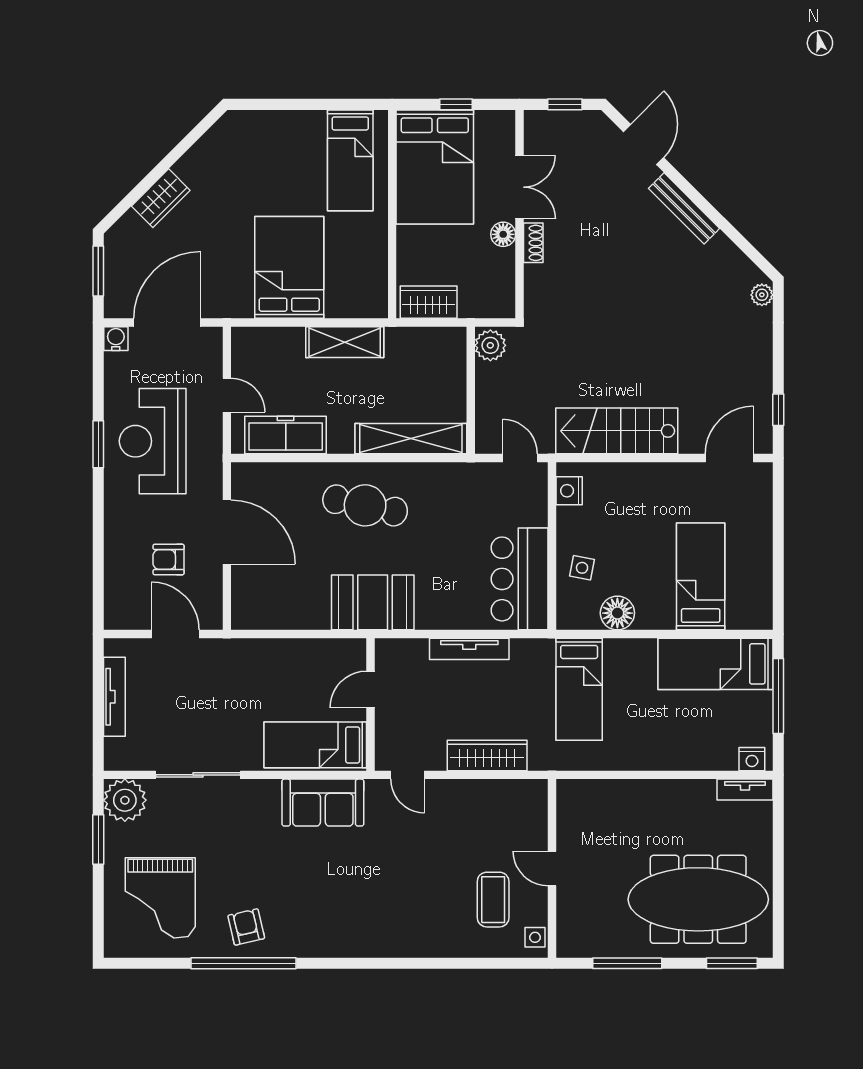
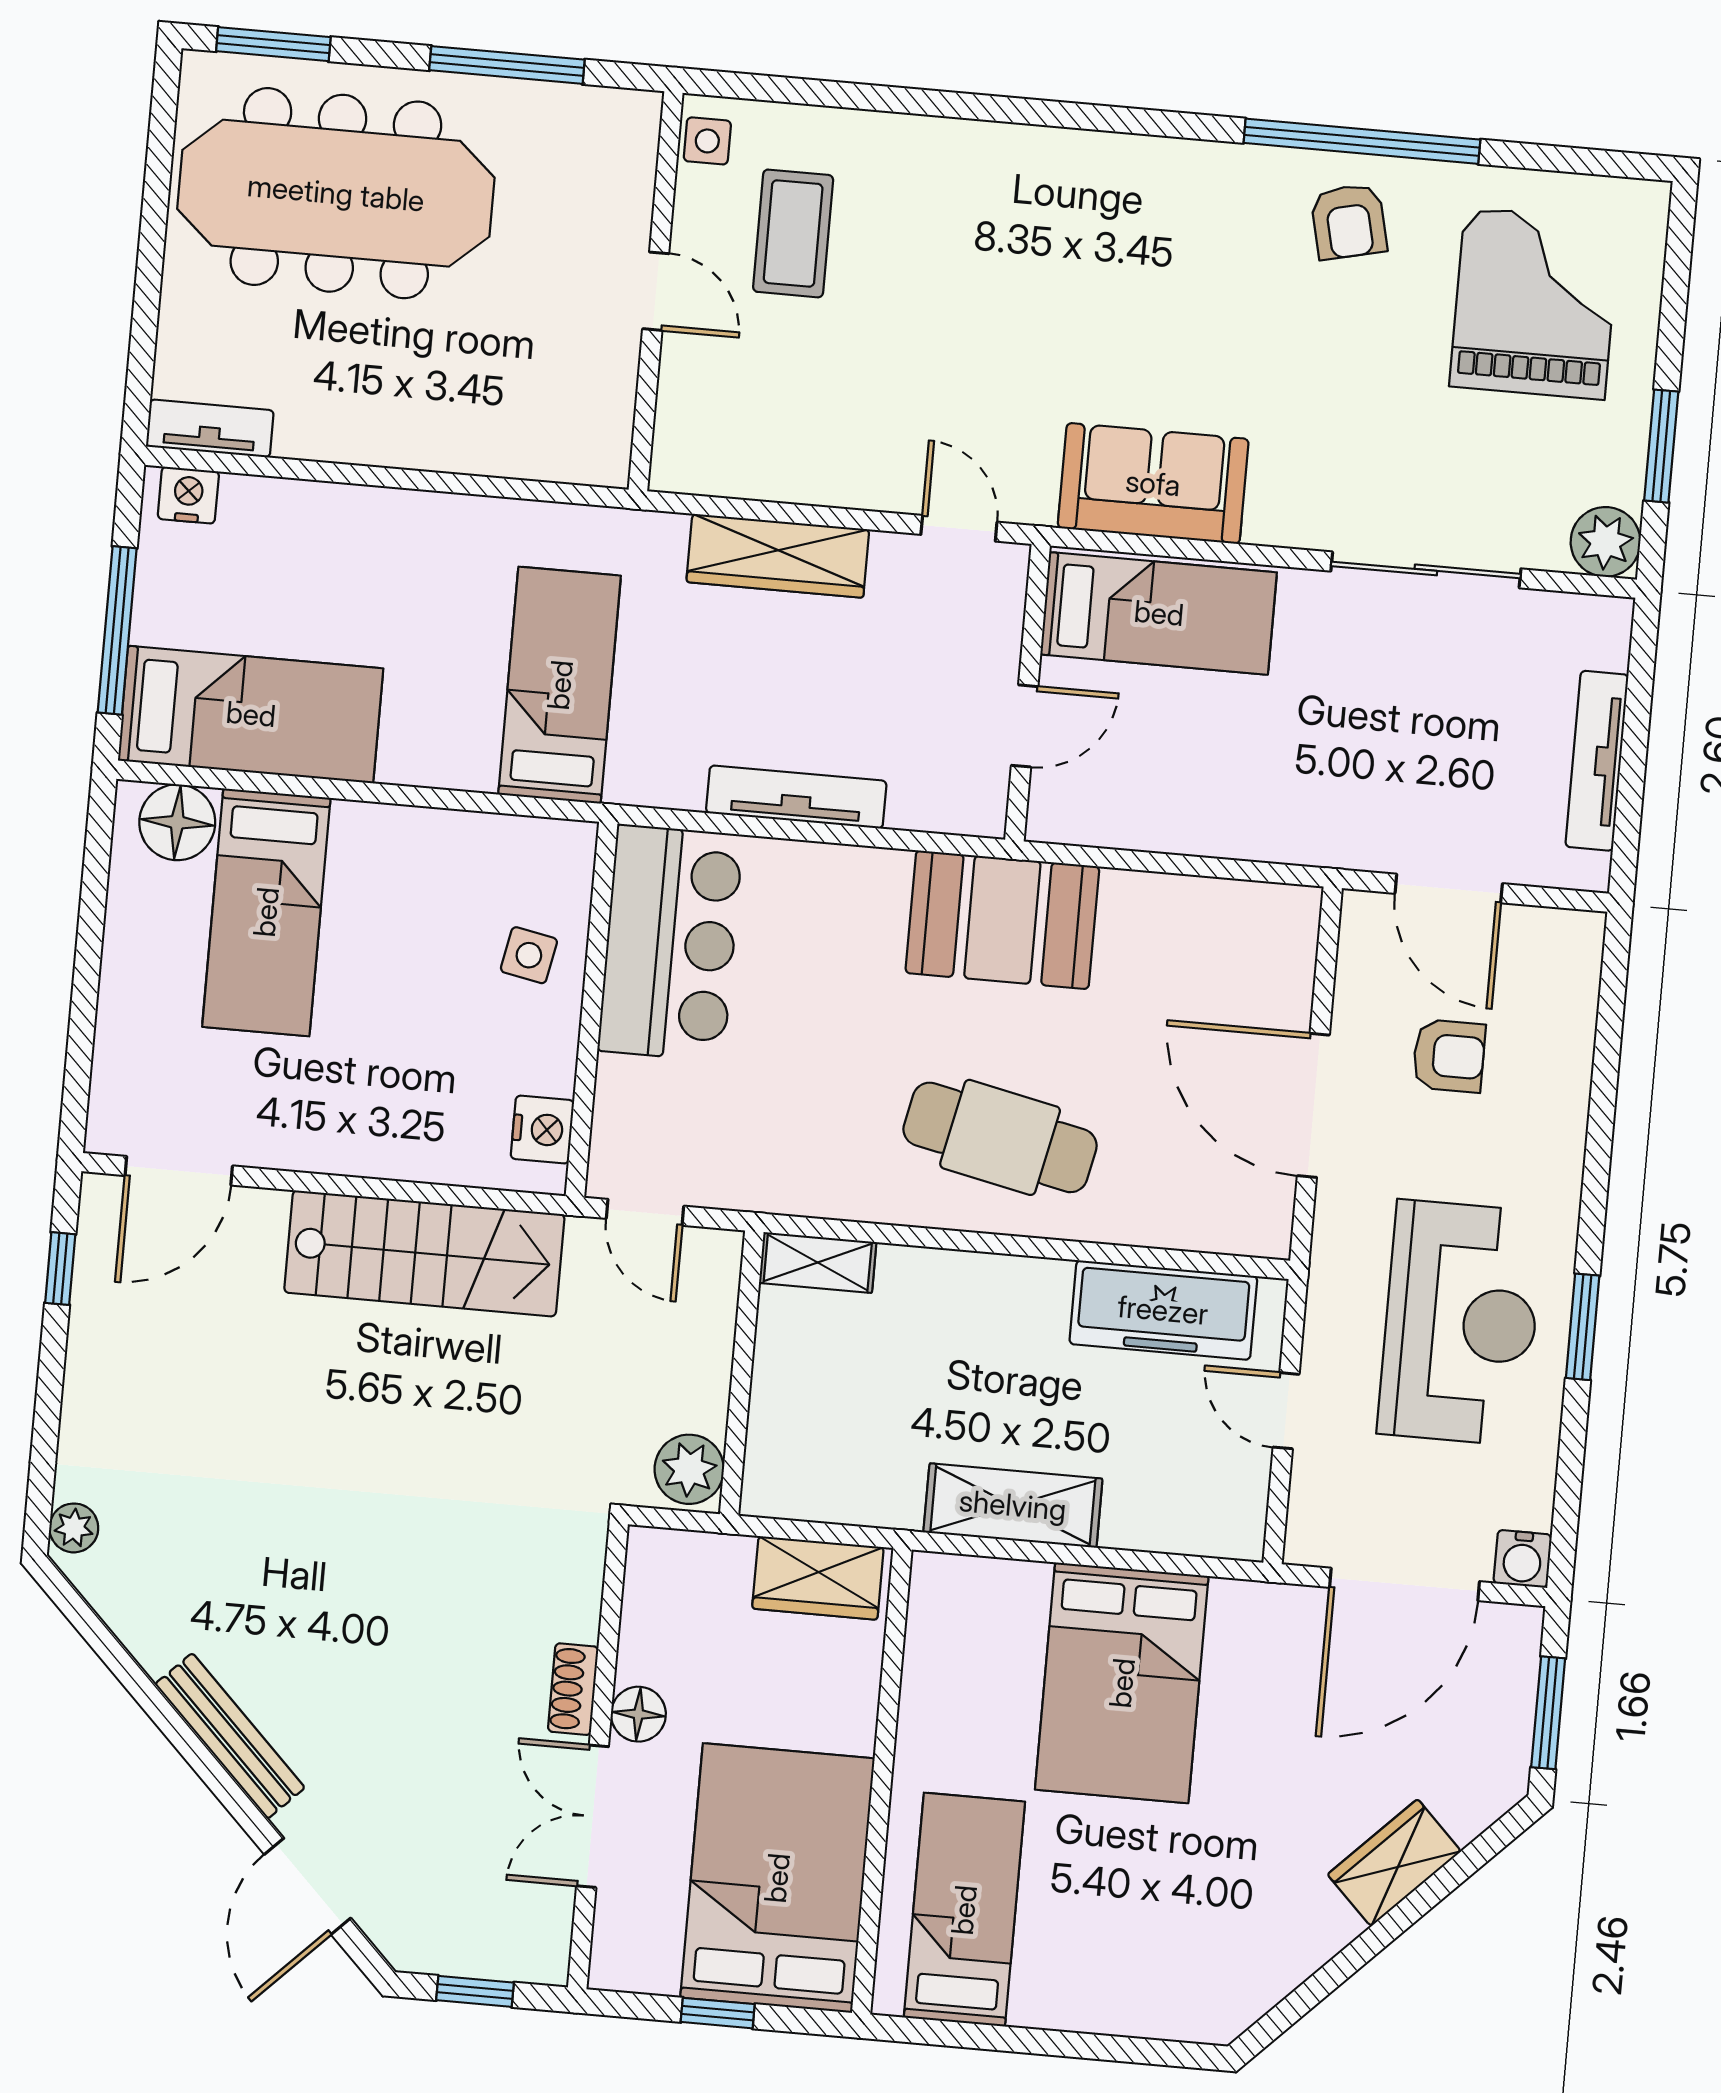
shelving: (411, 439) -> (818, 1263), width x0.45, depth x0.75
floor lamp: (617, 613) -> (177, 822), moved
plant: (125, 800) -> (1606, 542), width x0.73, depth x0.73

